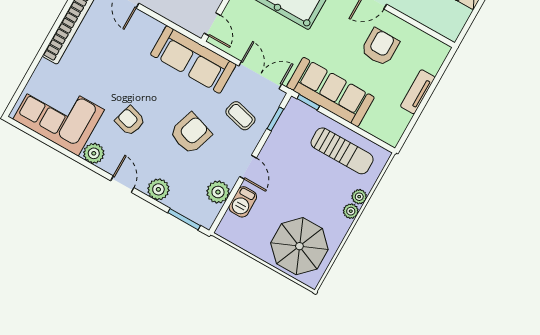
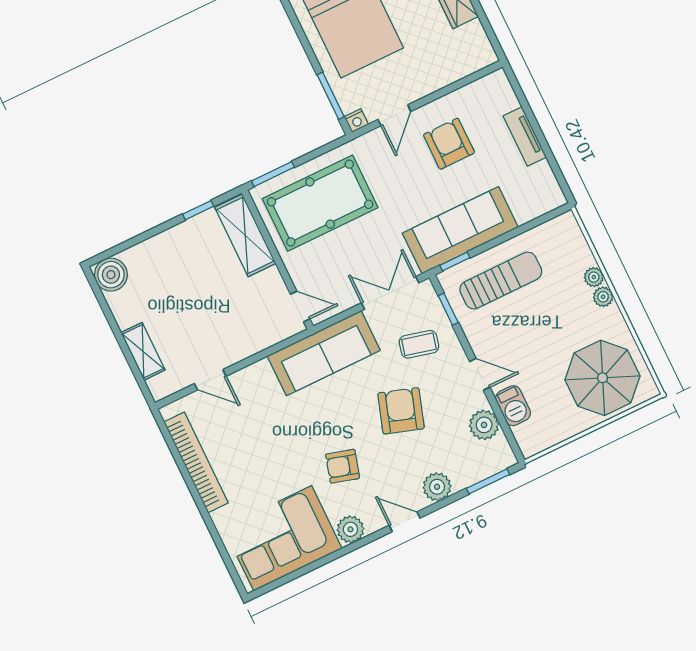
sun lounger: (342, 151) -> (501, 280), moved

